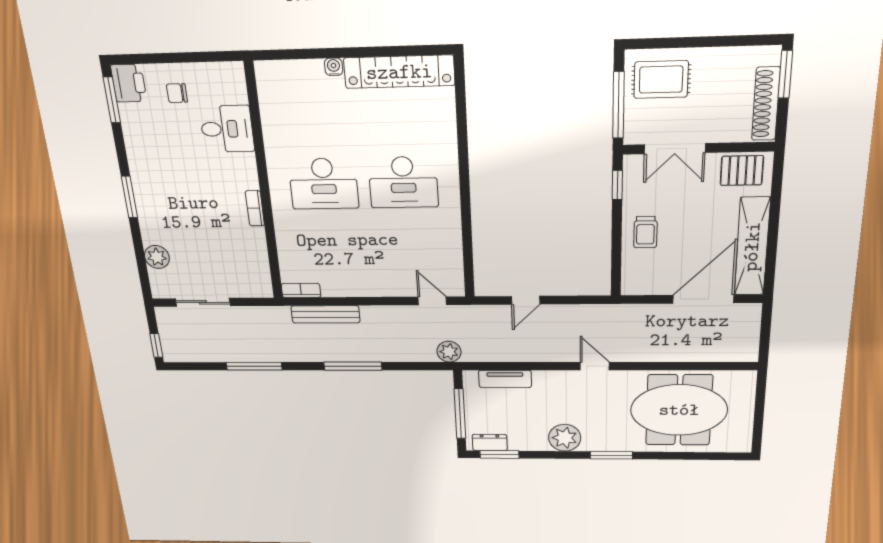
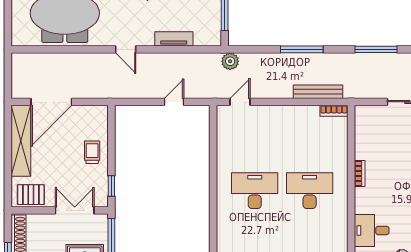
door: (432, 301) -> (240, 102), swing flipped
tv unit: (505, 379) -> (174, 39), moved

